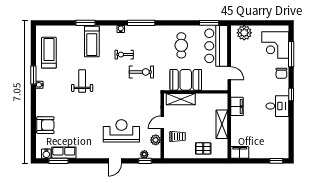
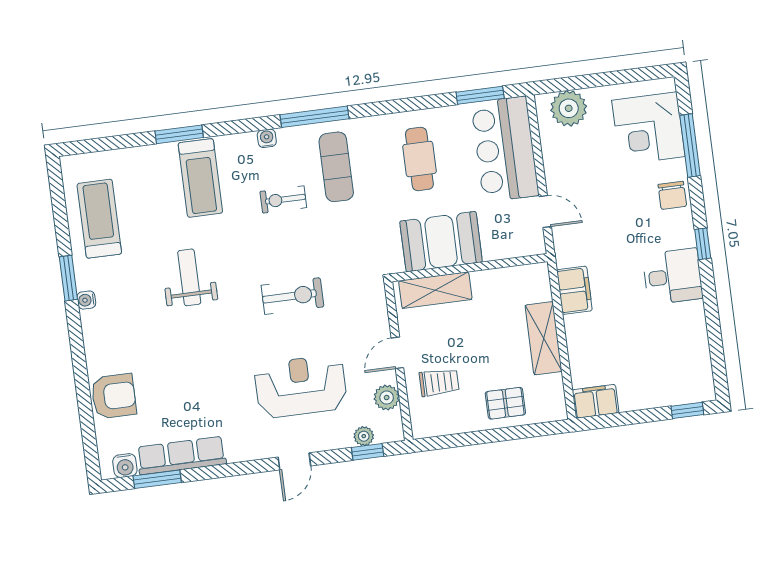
exercise mat: (147, 44) -> (336, 167), added
exercise bike: (141, 72) -> (292, 296), moved
row of seats: (64, 153) -> (181, 456), width x1.48

